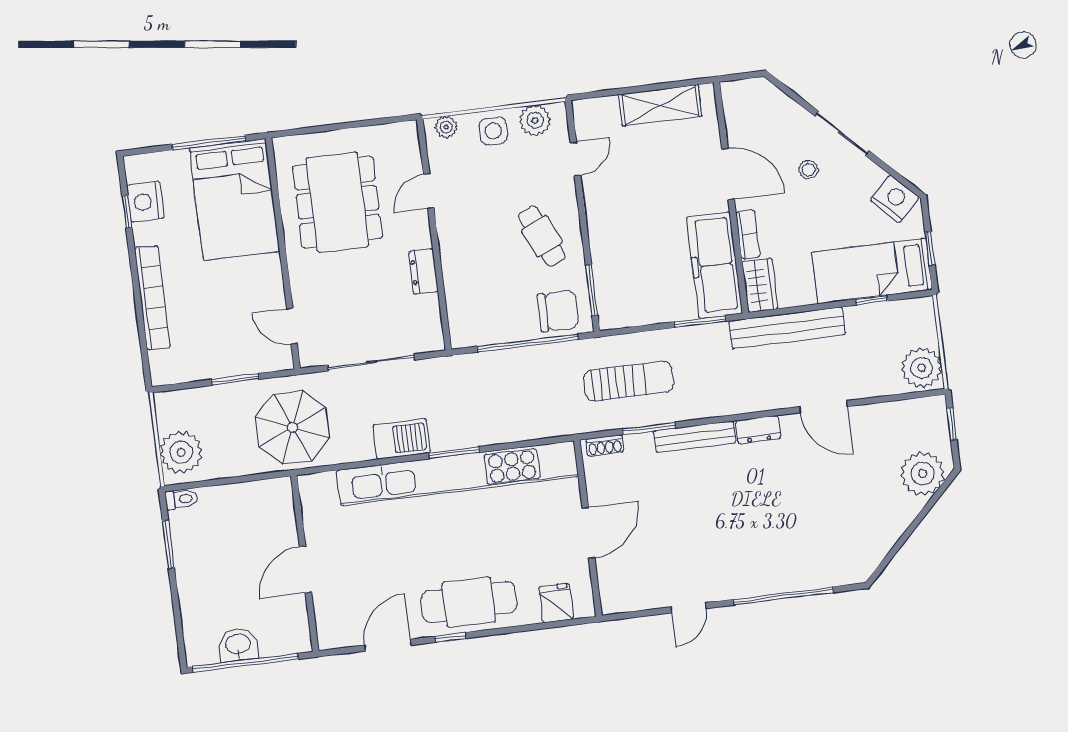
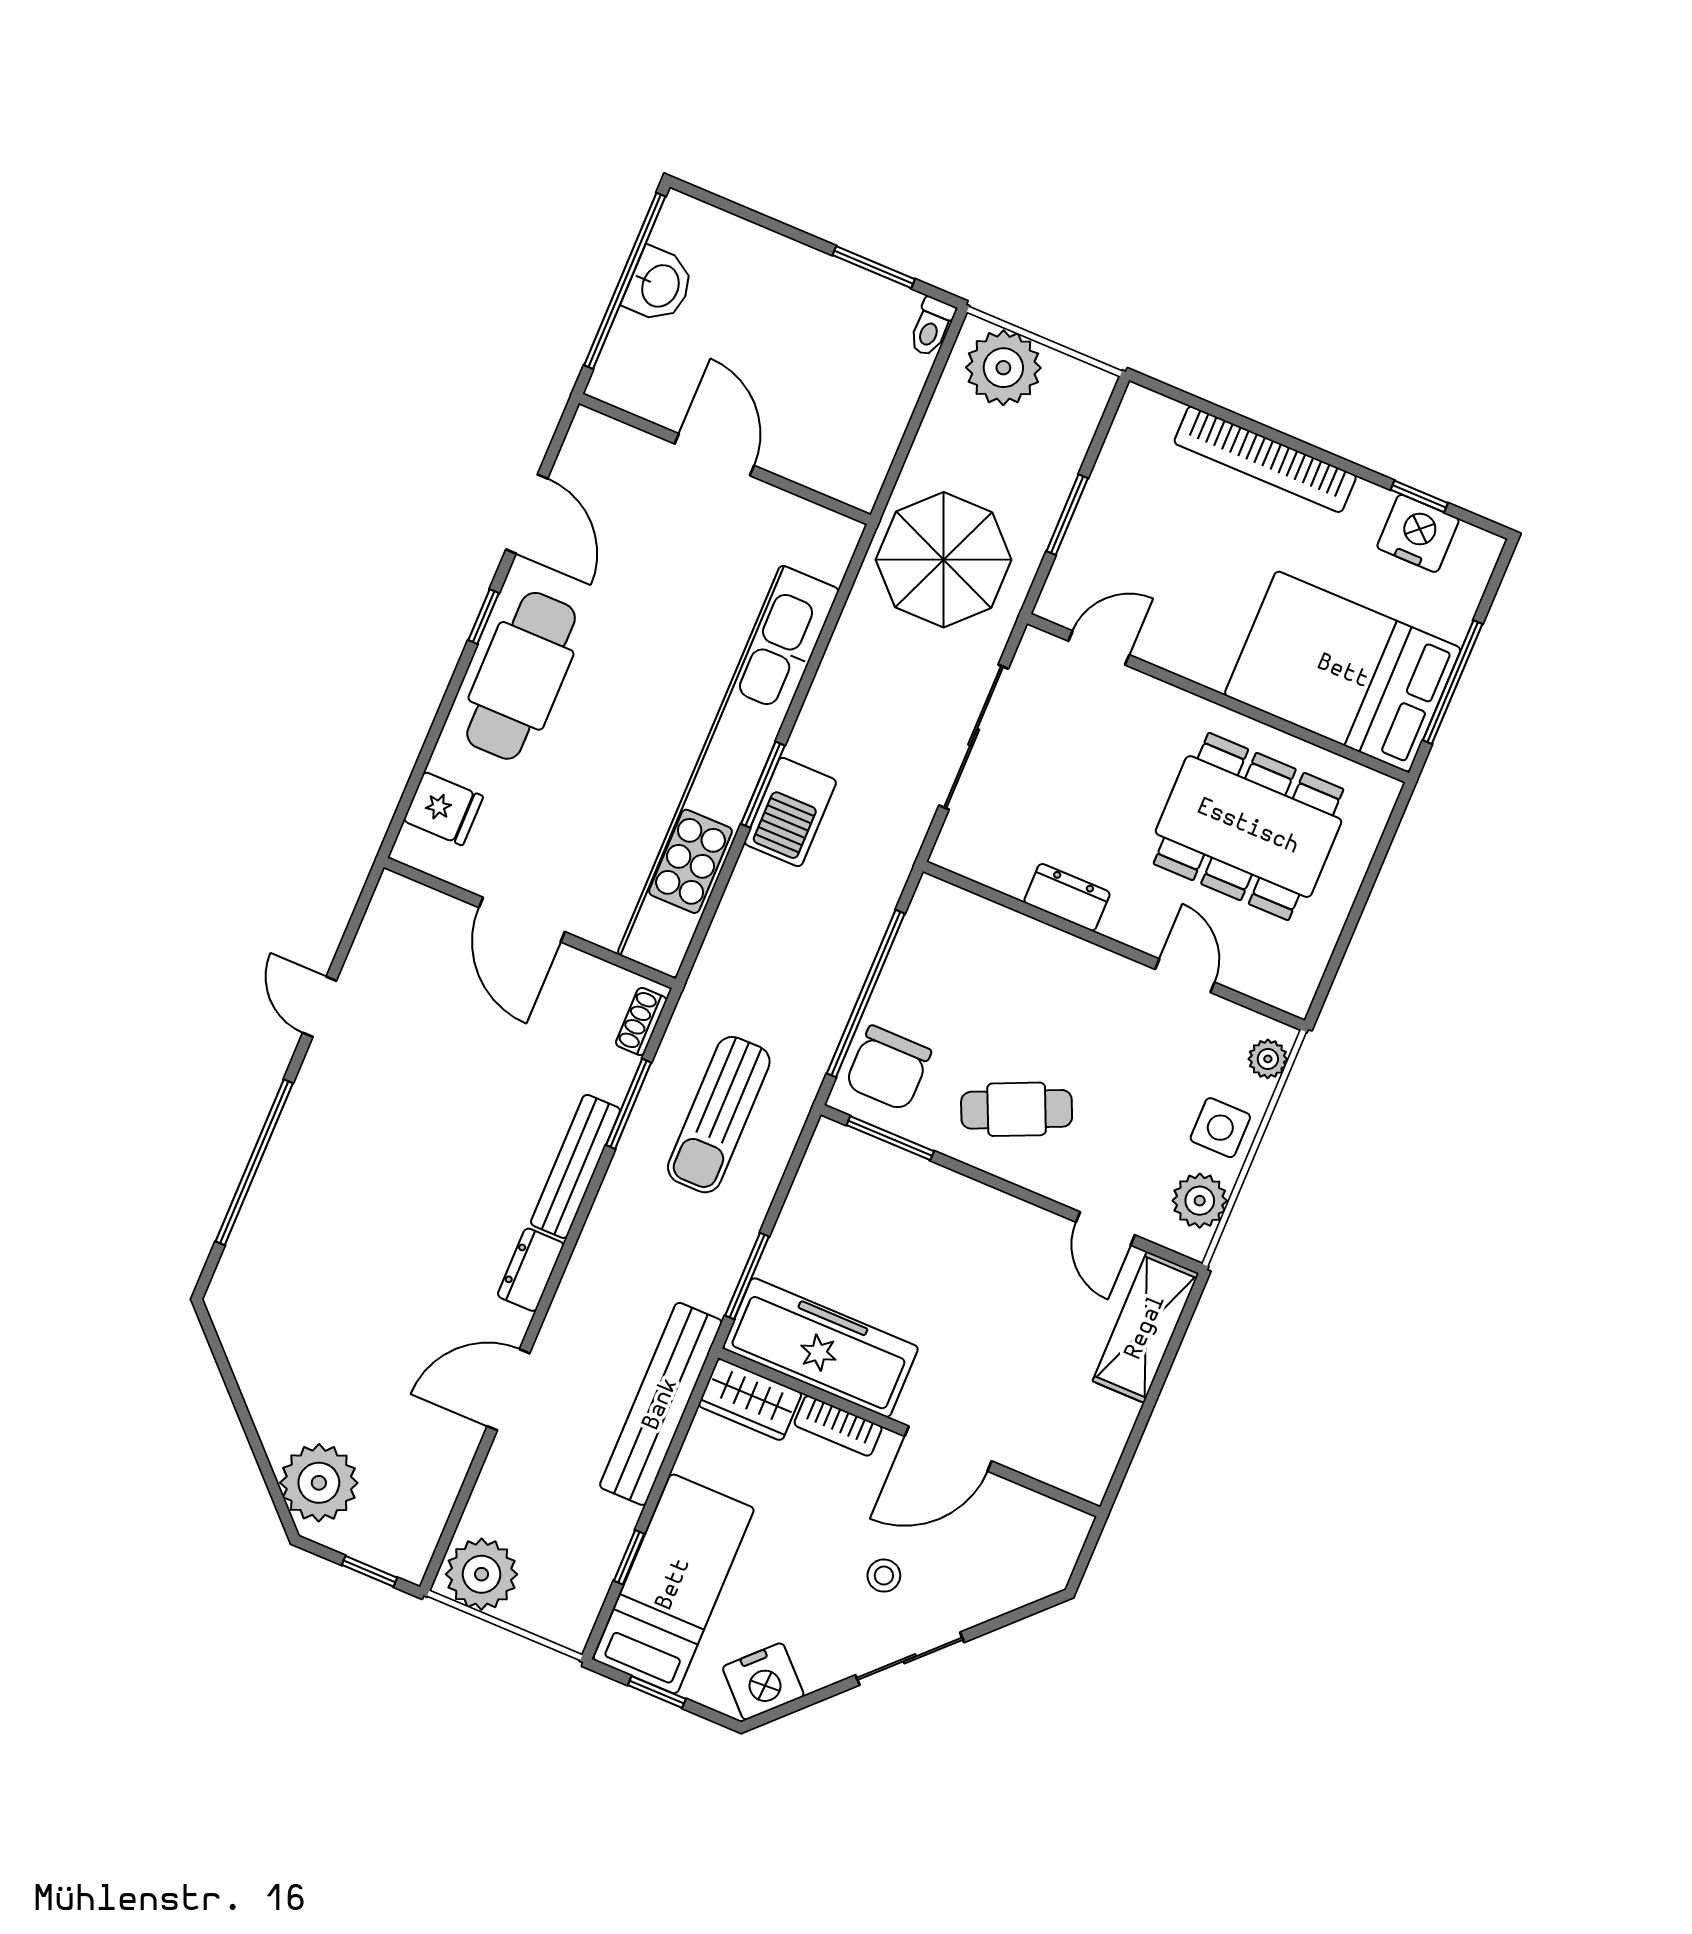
shelving: (660, 105) -> (1146, 1327), moved
barbecue: (402, 439) -> (790, 812), moved

